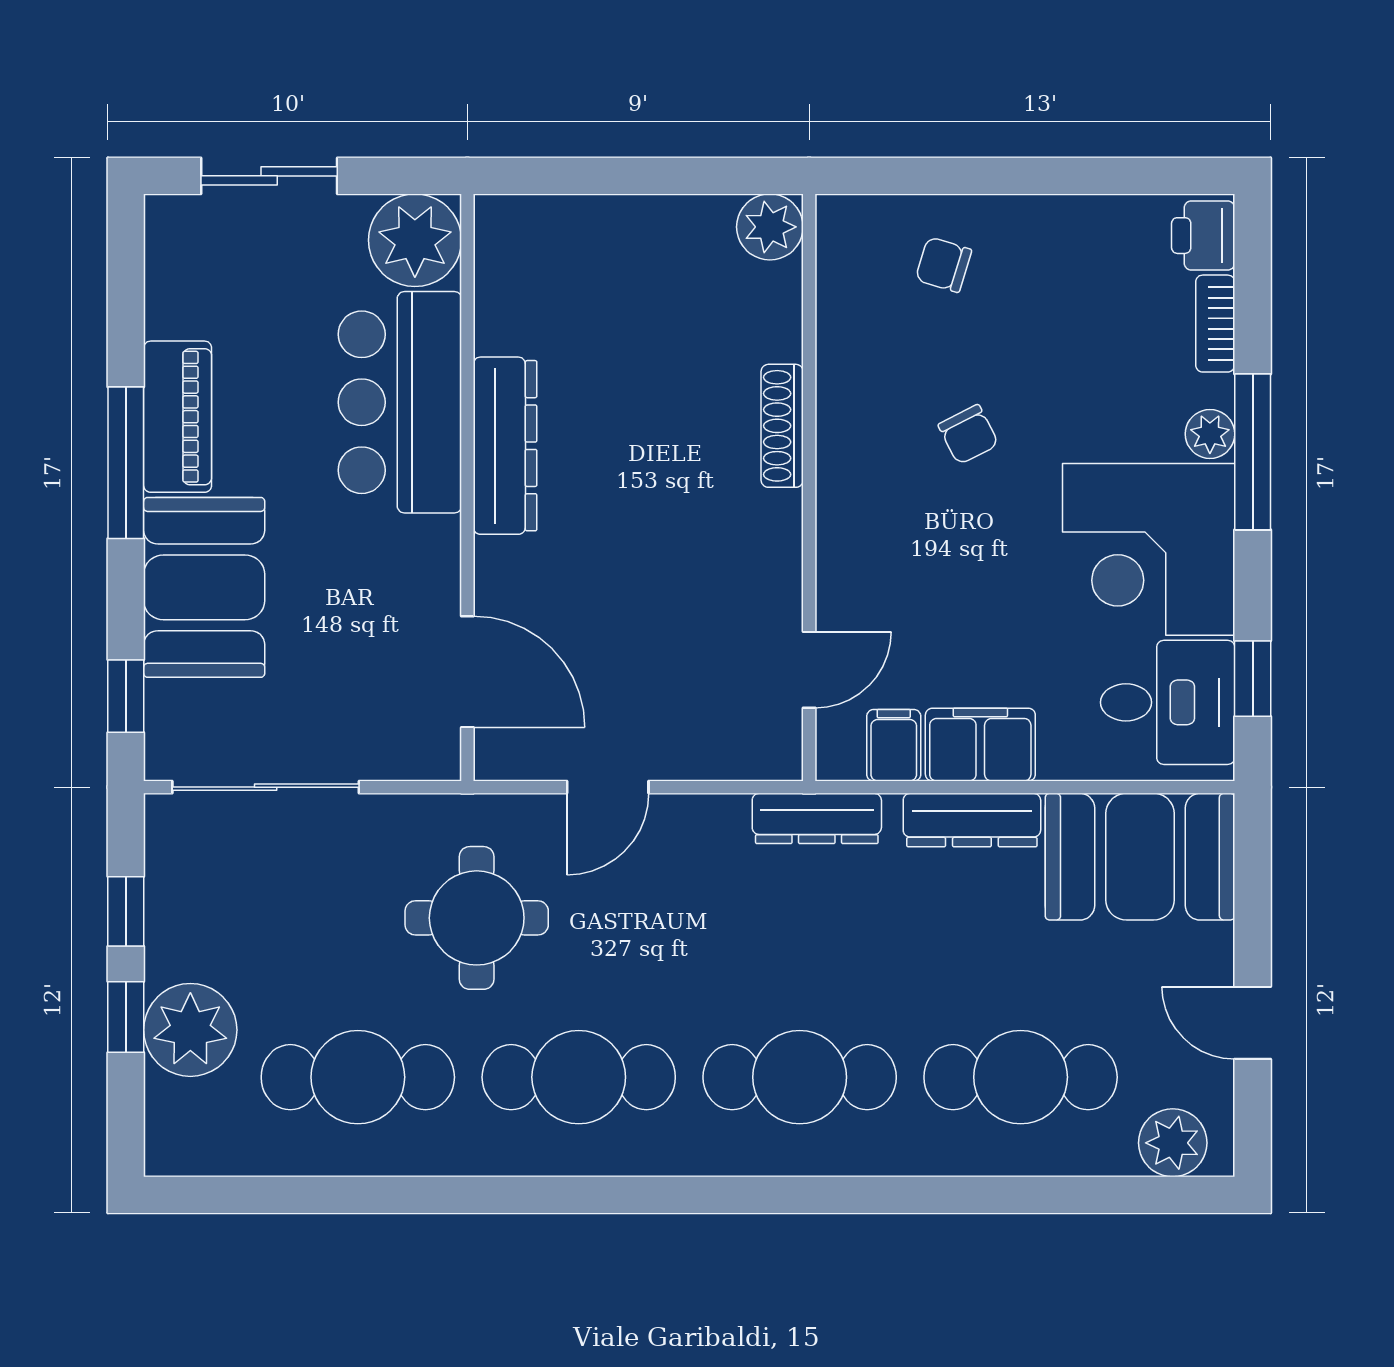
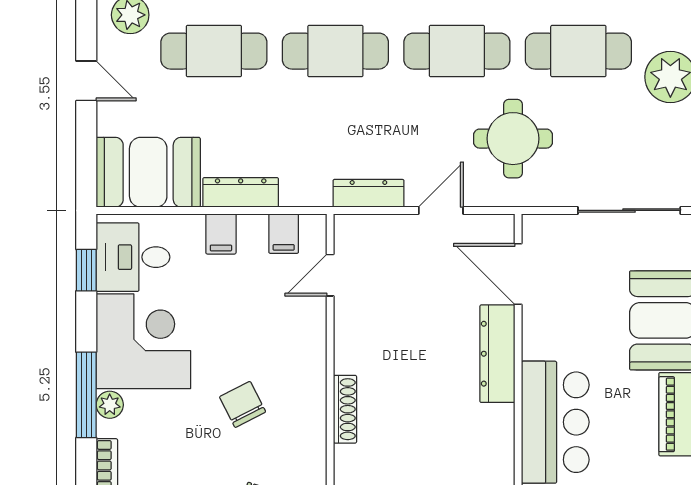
chair: (968, 435) -> (243, 404), width x1.37, depth x1.37
dresser: (505, 446) -> (497, 354), moved
filing cabinet: (980, 745) -> (221, 234), width x0.50
dresser: (817, 818) -> (368, 193), moved

